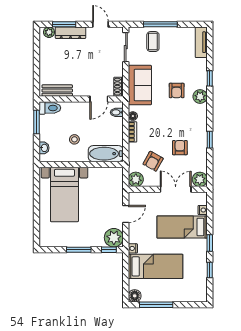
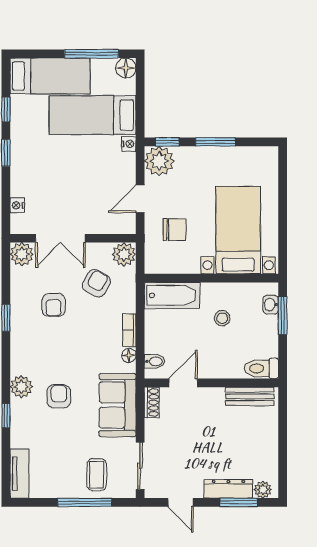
window: (37, 122) -> (283, 315), moved
chair: (104, 195) -> (174, 230), added
bed: (182, 227) -> (50, 76), moved

